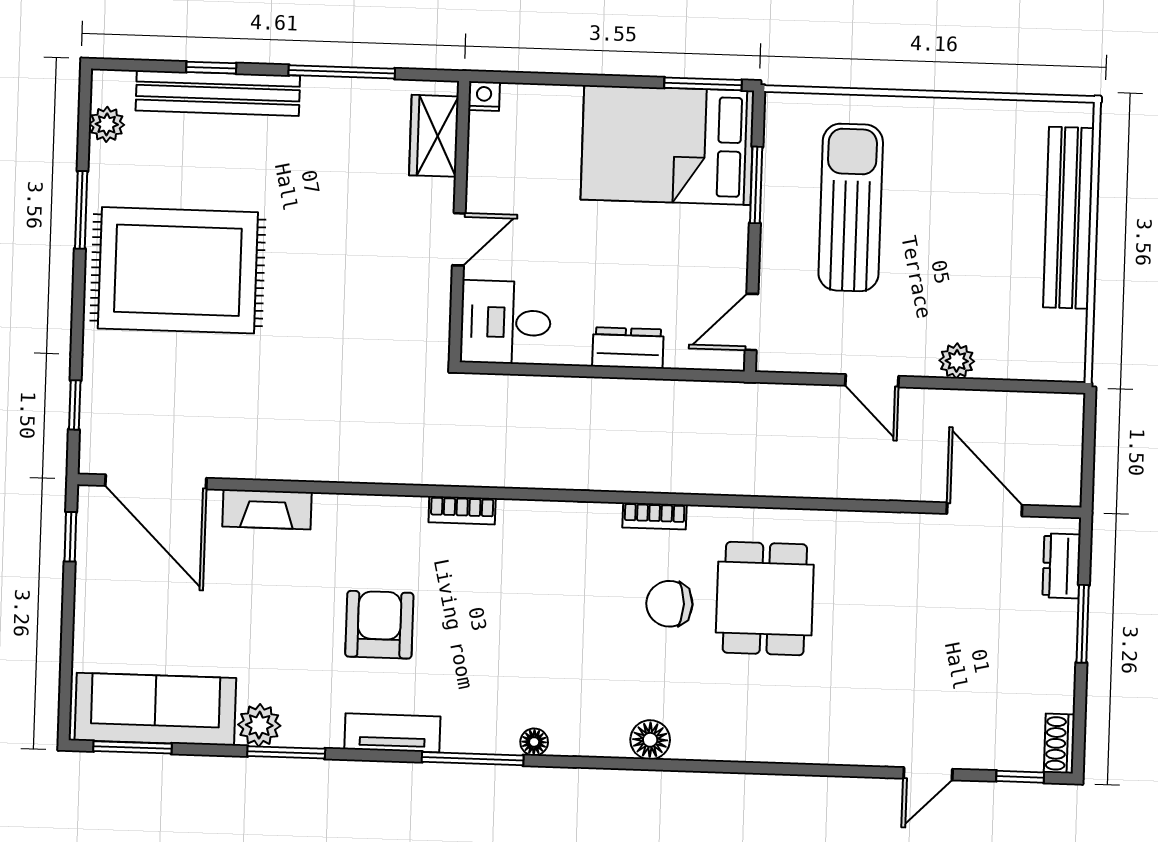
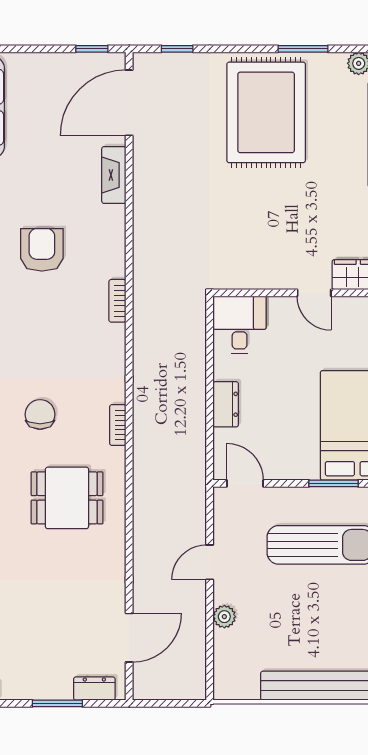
door: (459, 239) -> (314, 293), moved
chair: (669, 604) -> (40, 414), moved
armchair: (379, 625) -> (42, 250), turned -90

